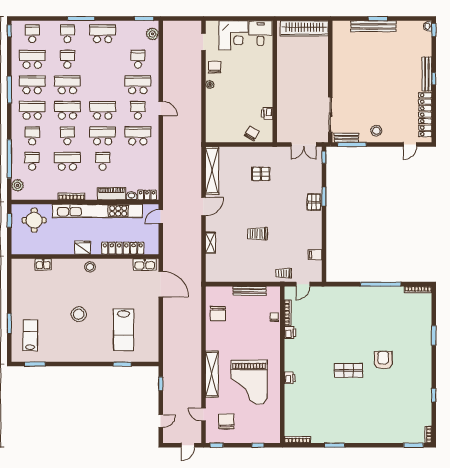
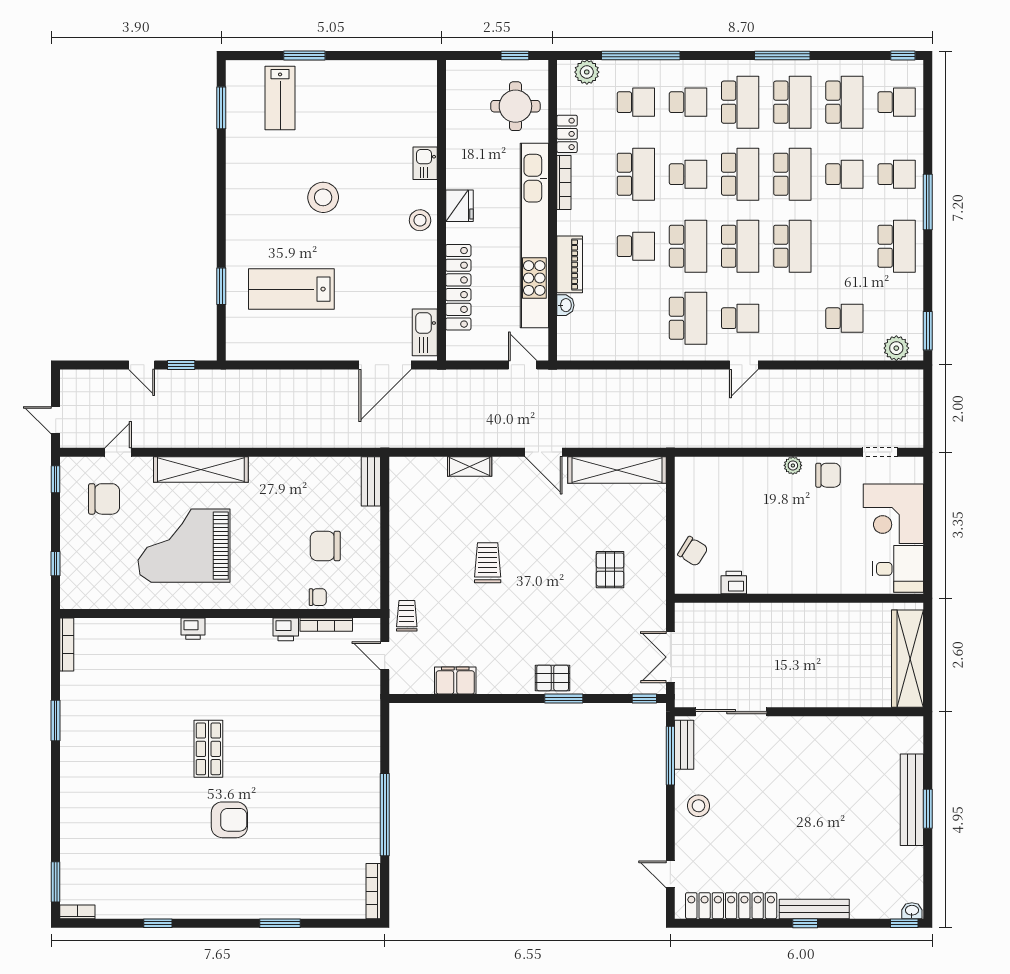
school desk: (138, 85) -> (792, 246), moved
locker: (147, 195) -> (567, 134), moved
filing cabinet: (315, 255) -> (455, 681), width x2.00
kitchen sink: (43, 264) -> (425, 163), moved
bench: (250, 291) -> (371, 481), moved, width x0.73
chair: (218, 314) -> (325, 546), moved
lab bench: (30, 335) -> (280, 98), turned 90
door: (161, 421) -> (142, 365), moved

